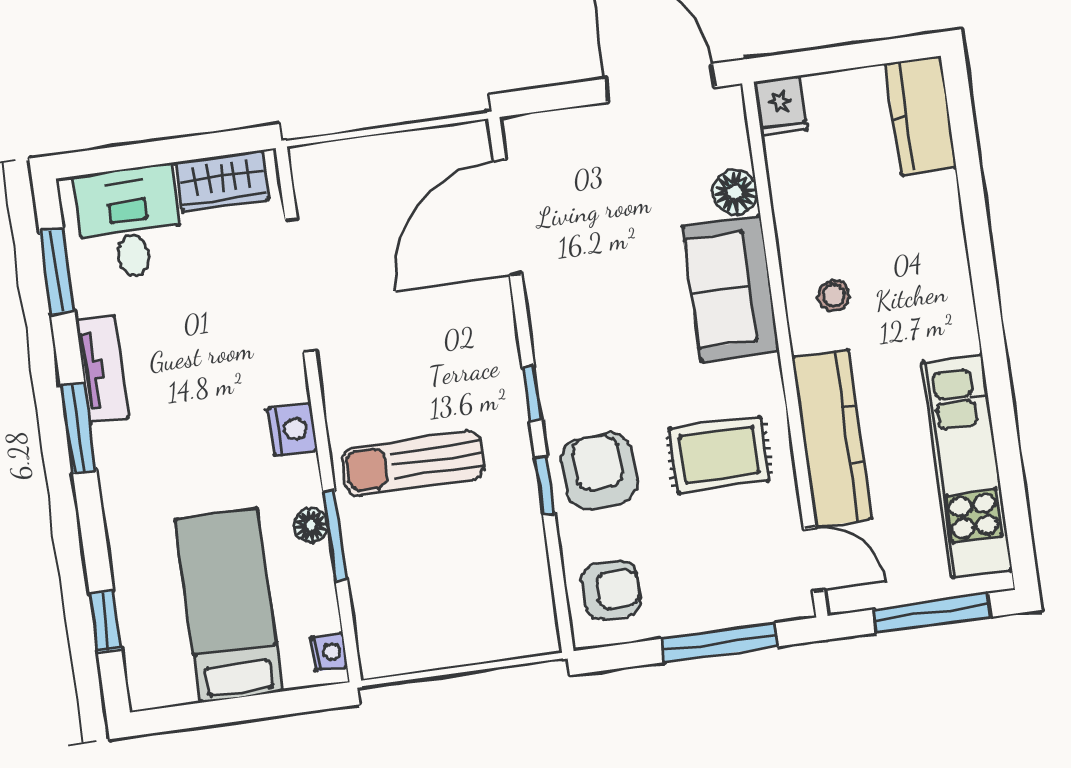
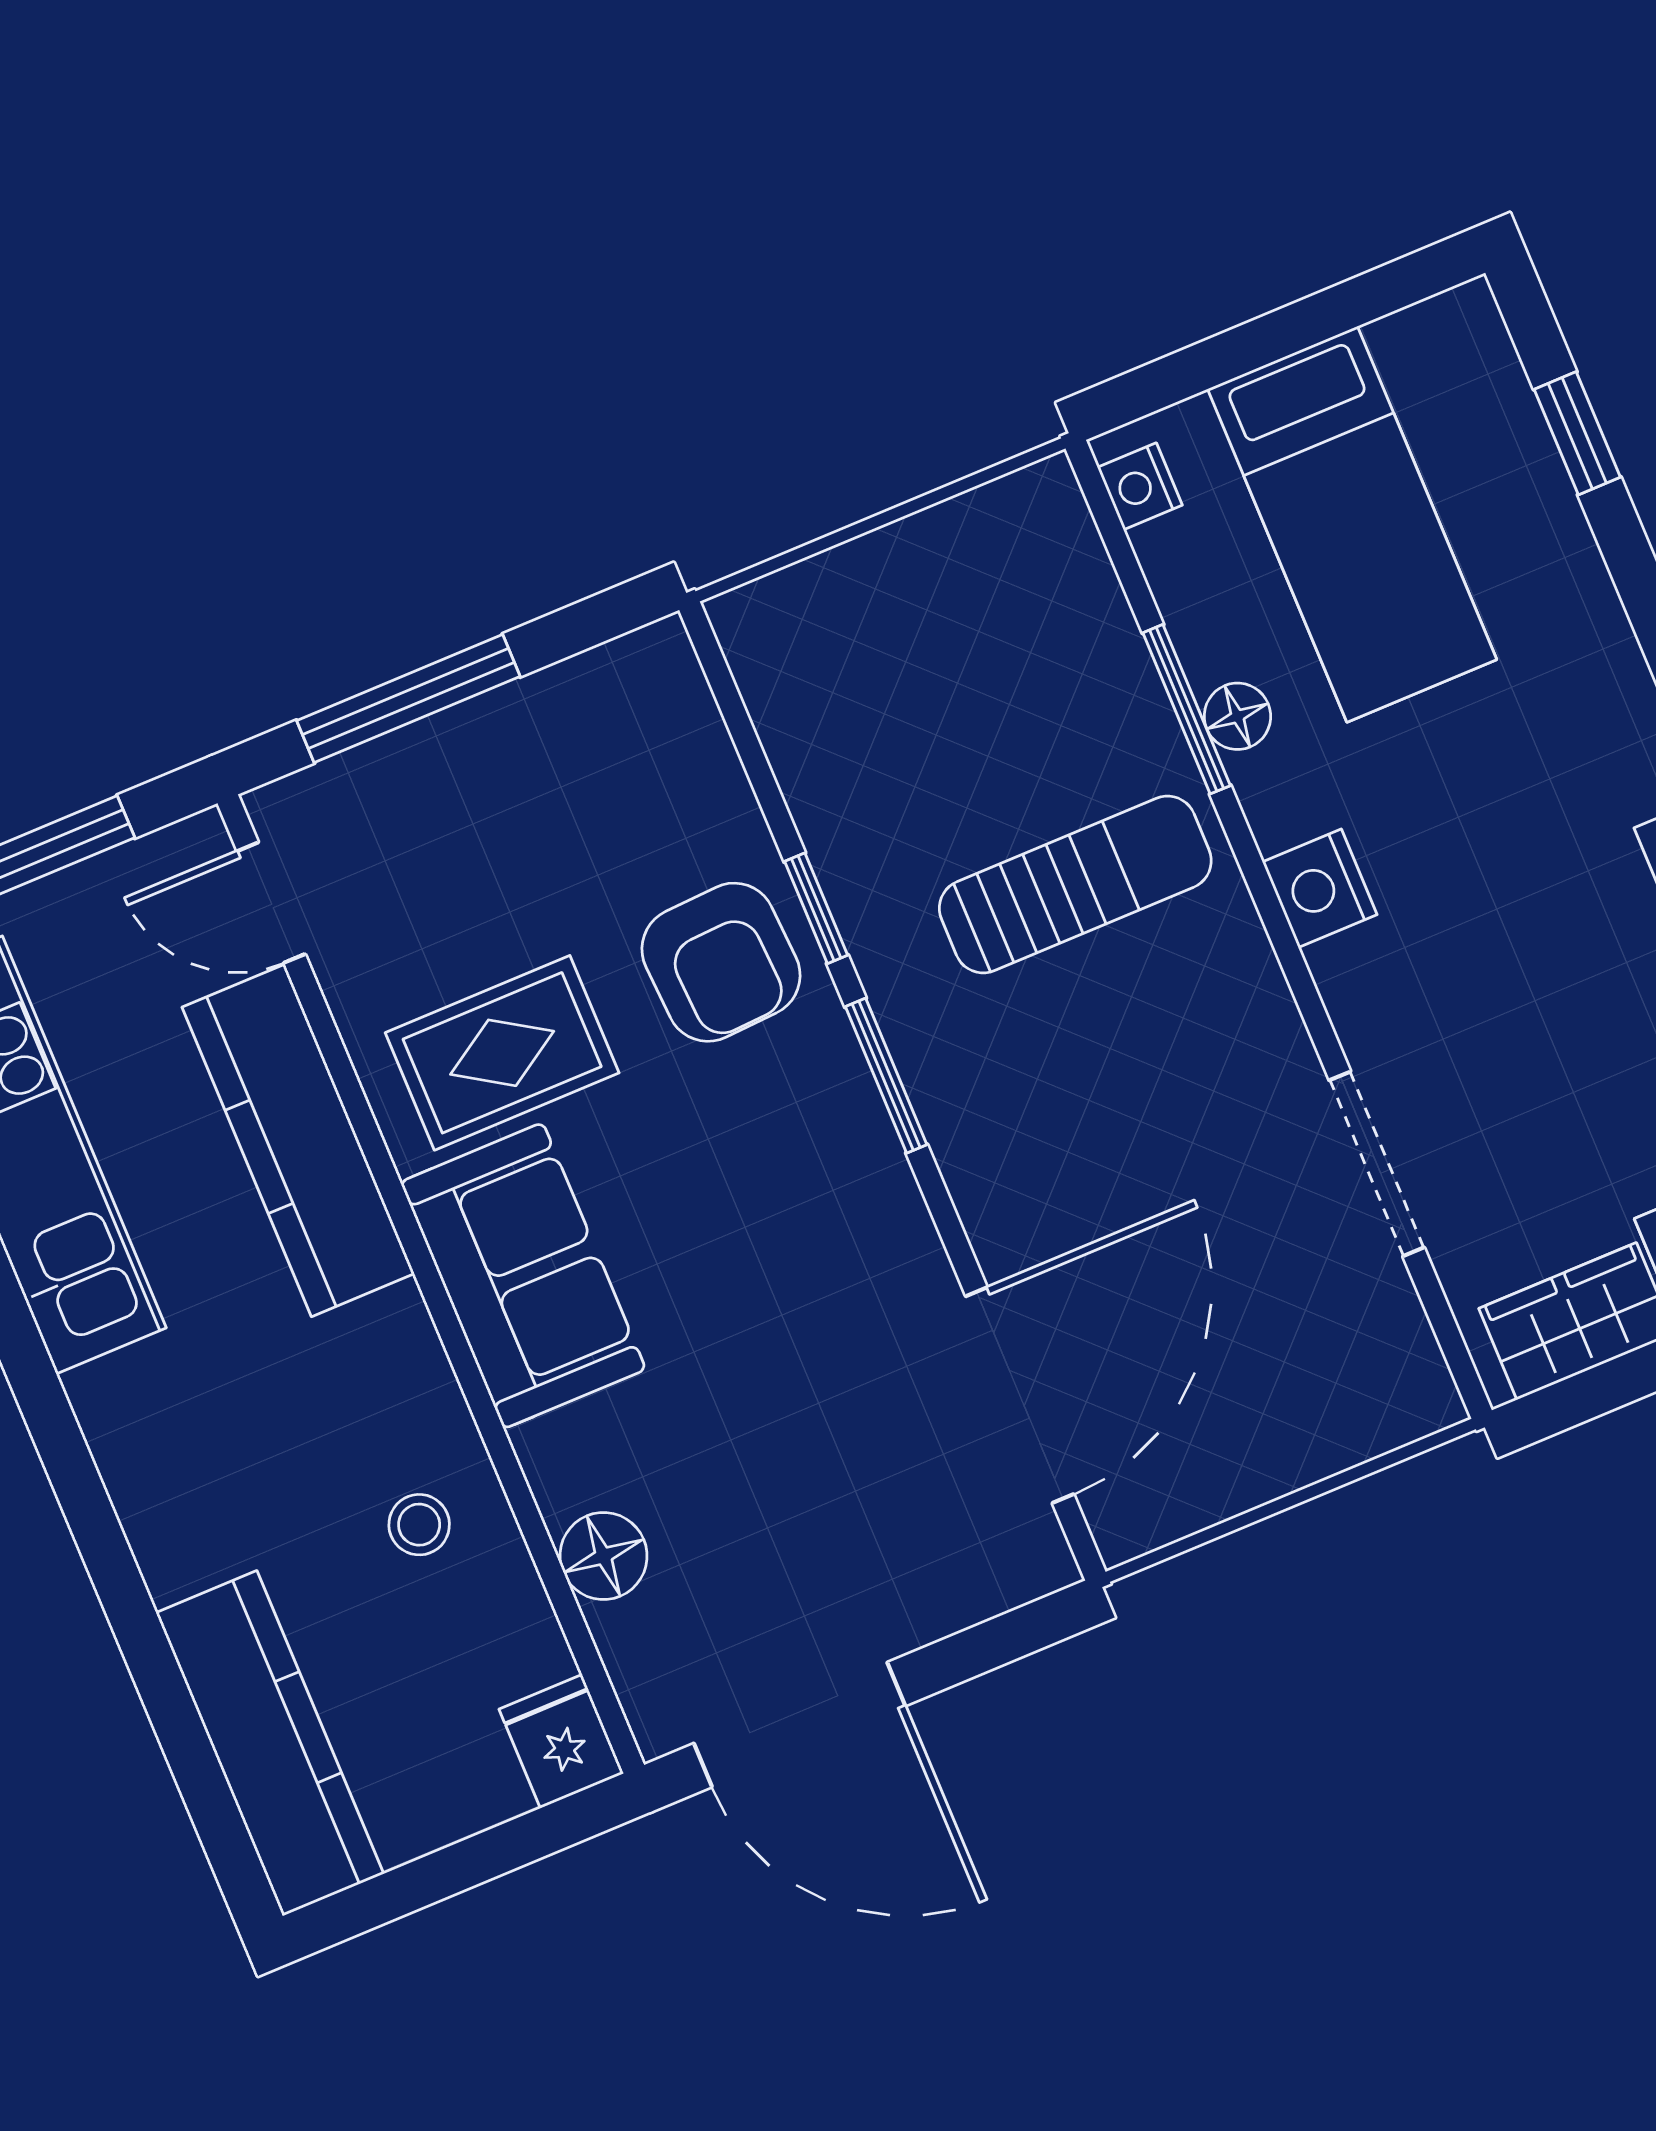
kitchen counter: (921, 115) -> (270, 1743), width x1.50
doorway: (300, 285) -> (1377, 1164), width x0.73
sofa: (731, 288) -> (523, 1276), moved
stool: (834, 296) -> (419, 1525), moved
window: (532, 393) -> (886, 1076), width x1.50
armchair: (611, 590) -> (639, 744), removed

